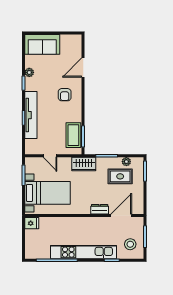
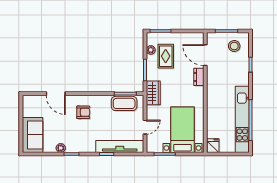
tv unit: (31, 115) -> (120, 146), moved
kitchen unit: (83, 252) -> (242, 119), moved

